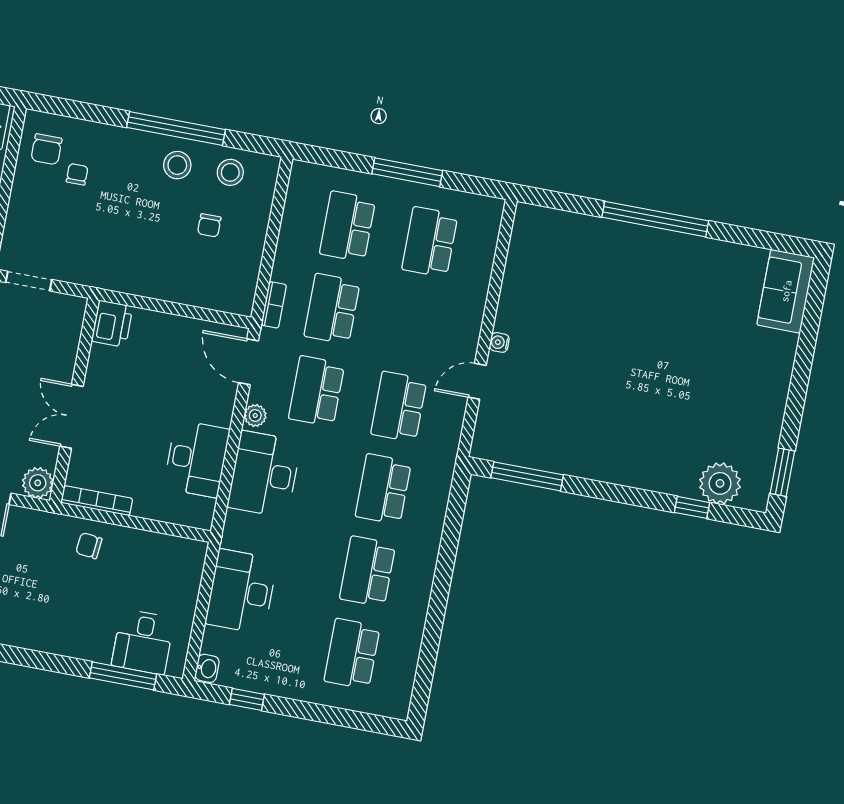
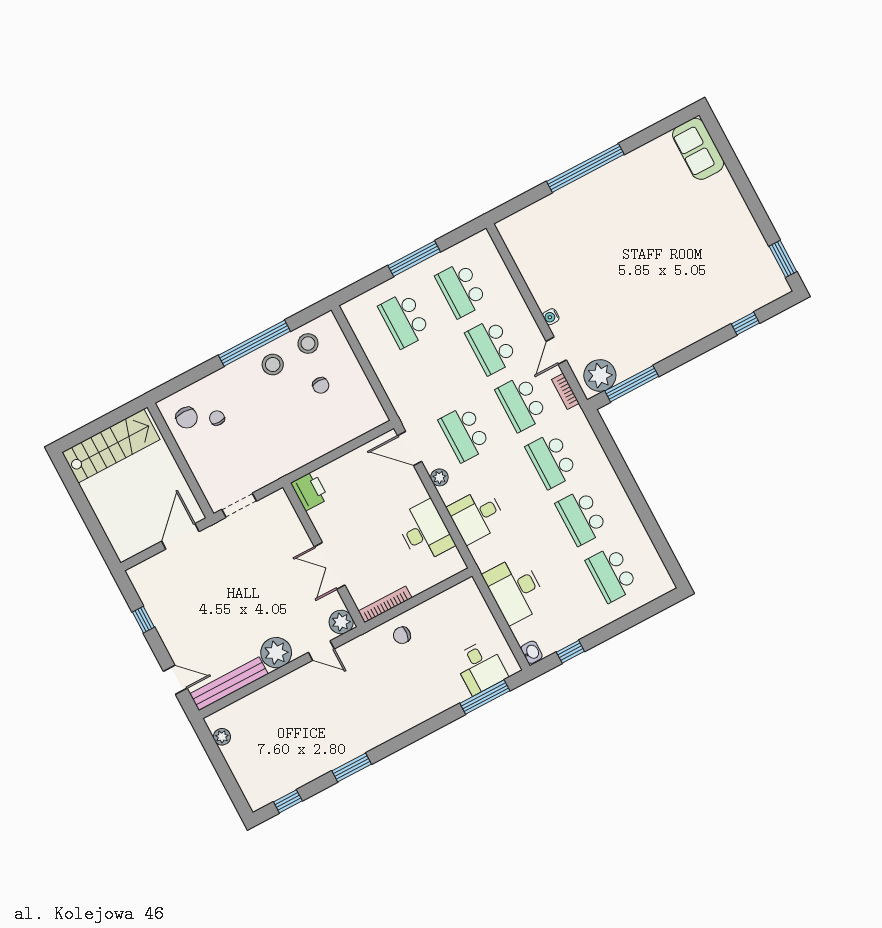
bookcase: (274, 305) -> (565, 391), moved, turned 180
school desk: (332, 309) -> (491, 347), moved
desk: (264, 474) -> (477, 516), width x0.73
plant: (720, 483) -> (600, 375), moved

